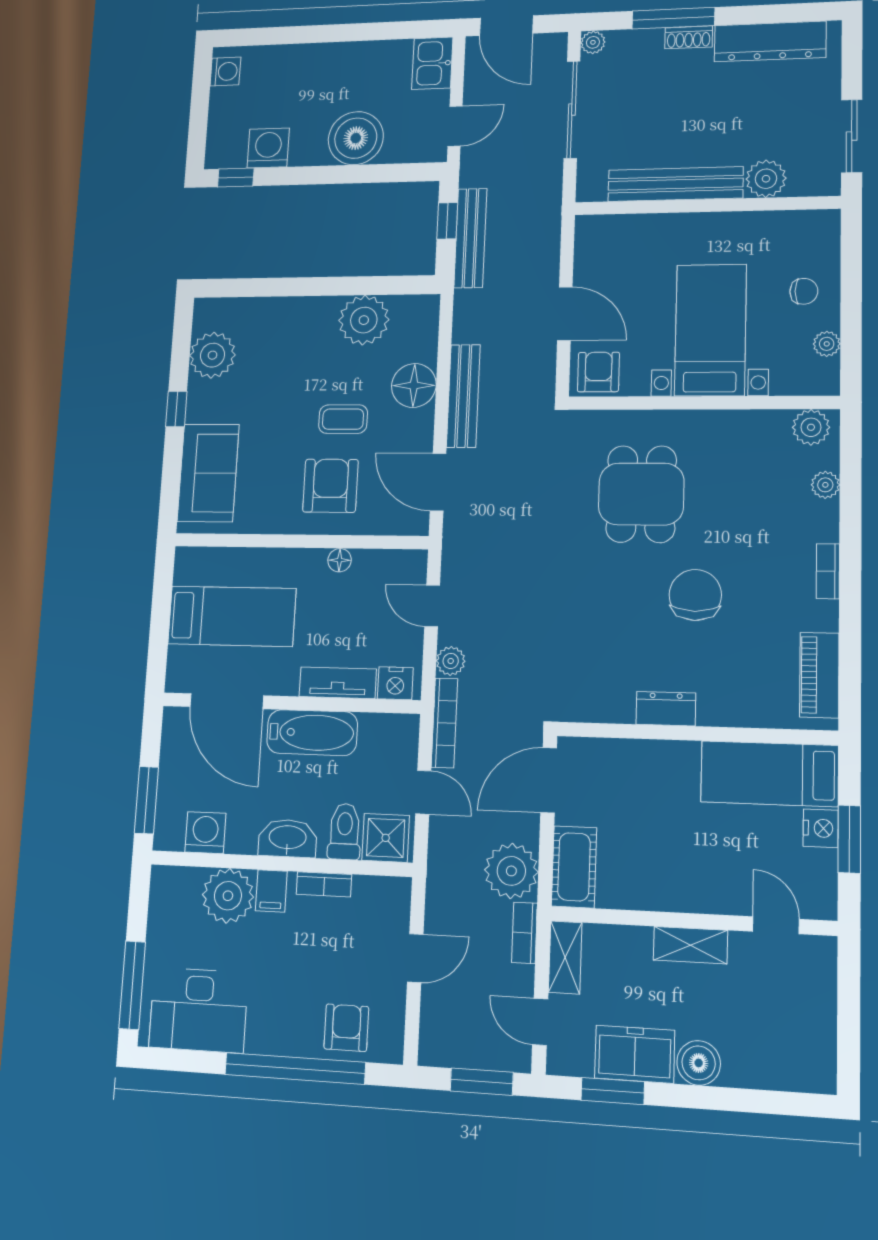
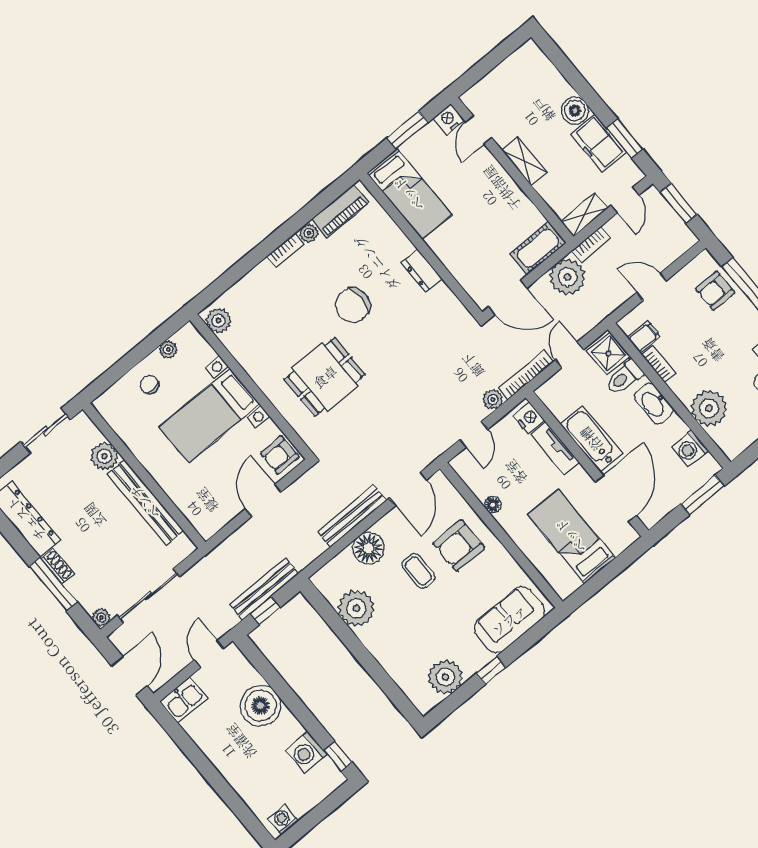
door: (455, 126) -> (209, 654), hinge flipped
plant: (825, 485) -> (309, 233), moved
nightstand: (821, 828) -> (449, 119), moved
filing cabinet: (271, 891) -> (644, 337), moved

